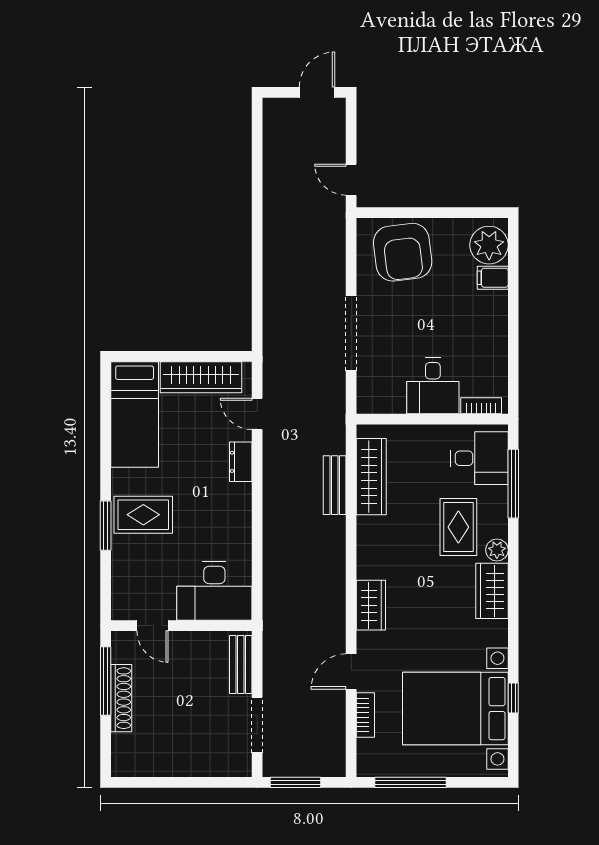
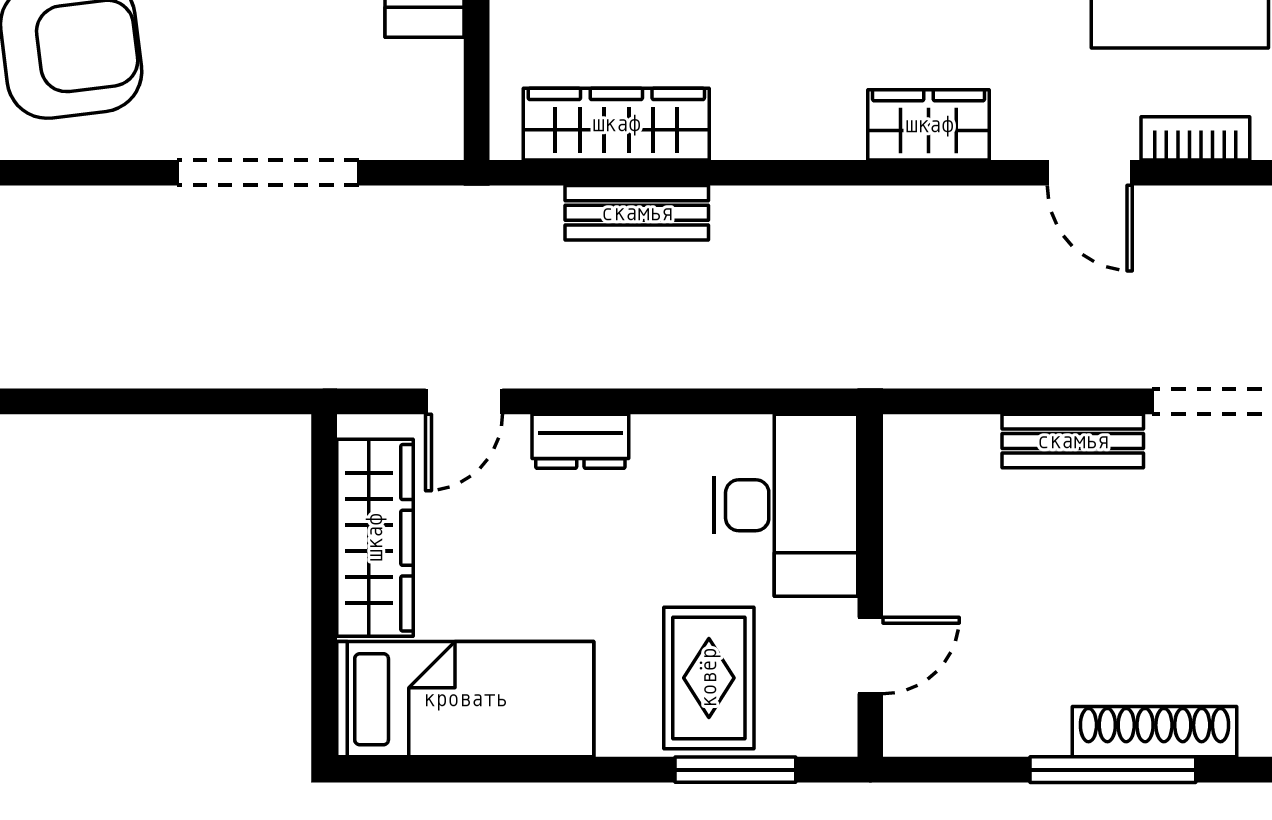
desk: (214, 591) -> (786, 505), moved
door: (153, 626) -> (870, 656), moved
wall: (181, 626) -> (870, 586), moved

